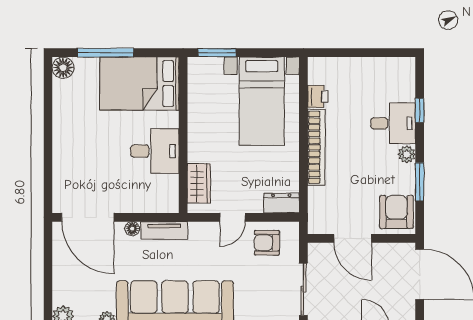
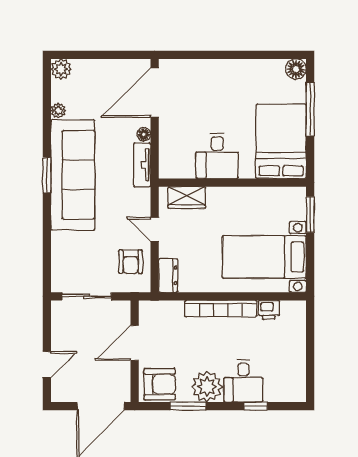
plant: (407, 154) -> (207, 387), width x1.87, depth x1.87
armchair: (267, 243) -> (131, 262), turned 180

